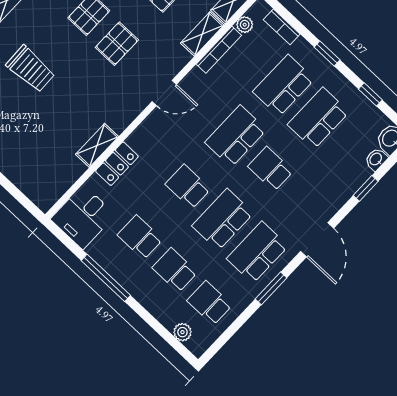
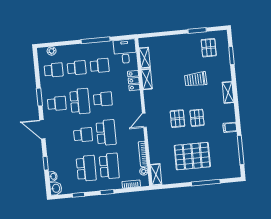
shelving: (202, 34) -> (145, 58), moved
school desk: (257, 252) -> (57, 104), width x0.54

